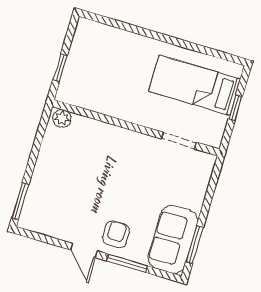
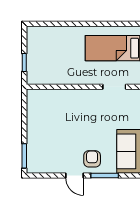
plant: (62, 118) -> (35, 95), removed

